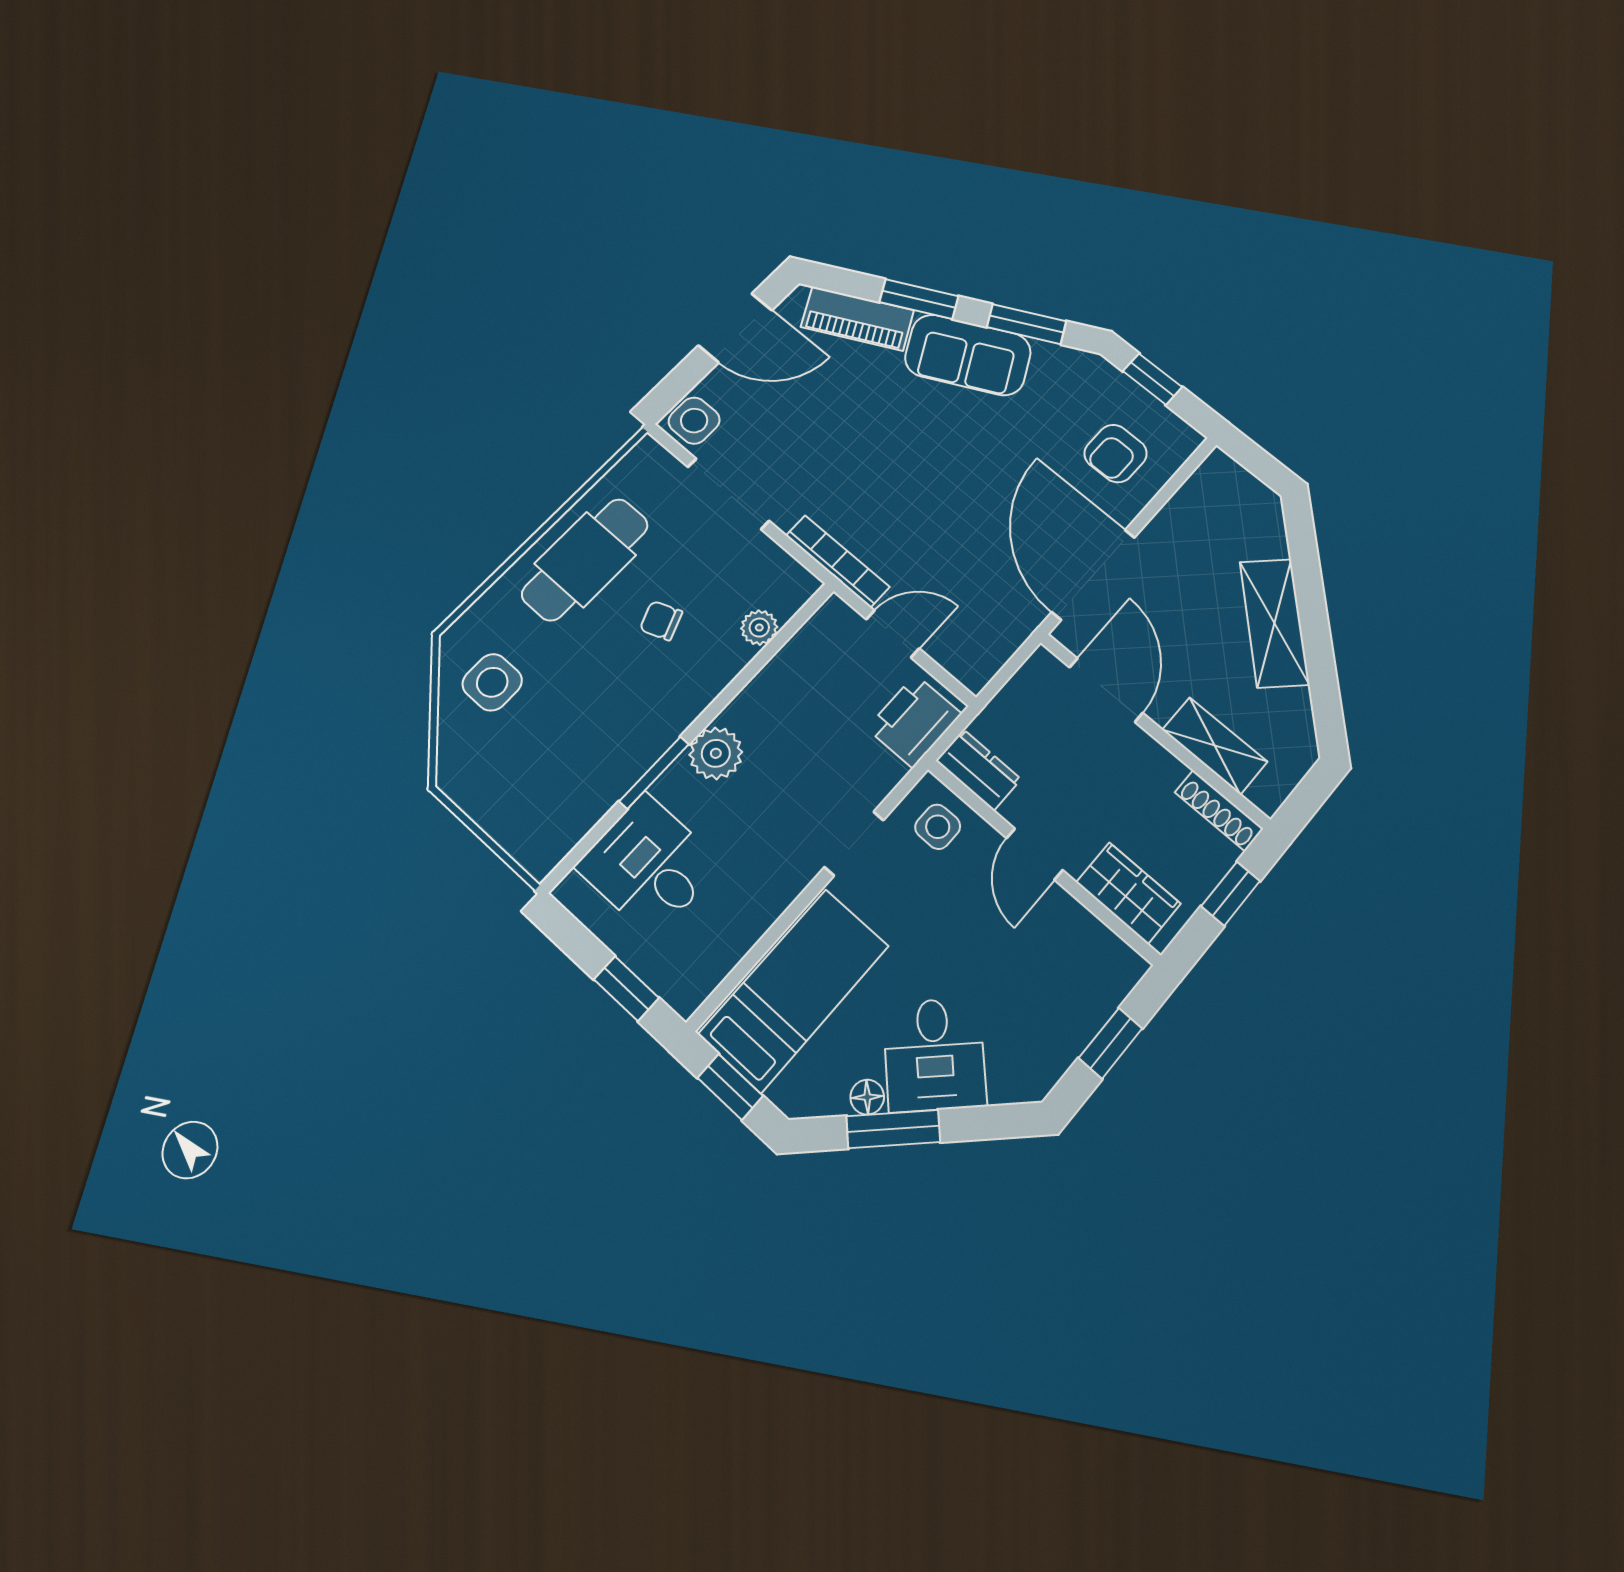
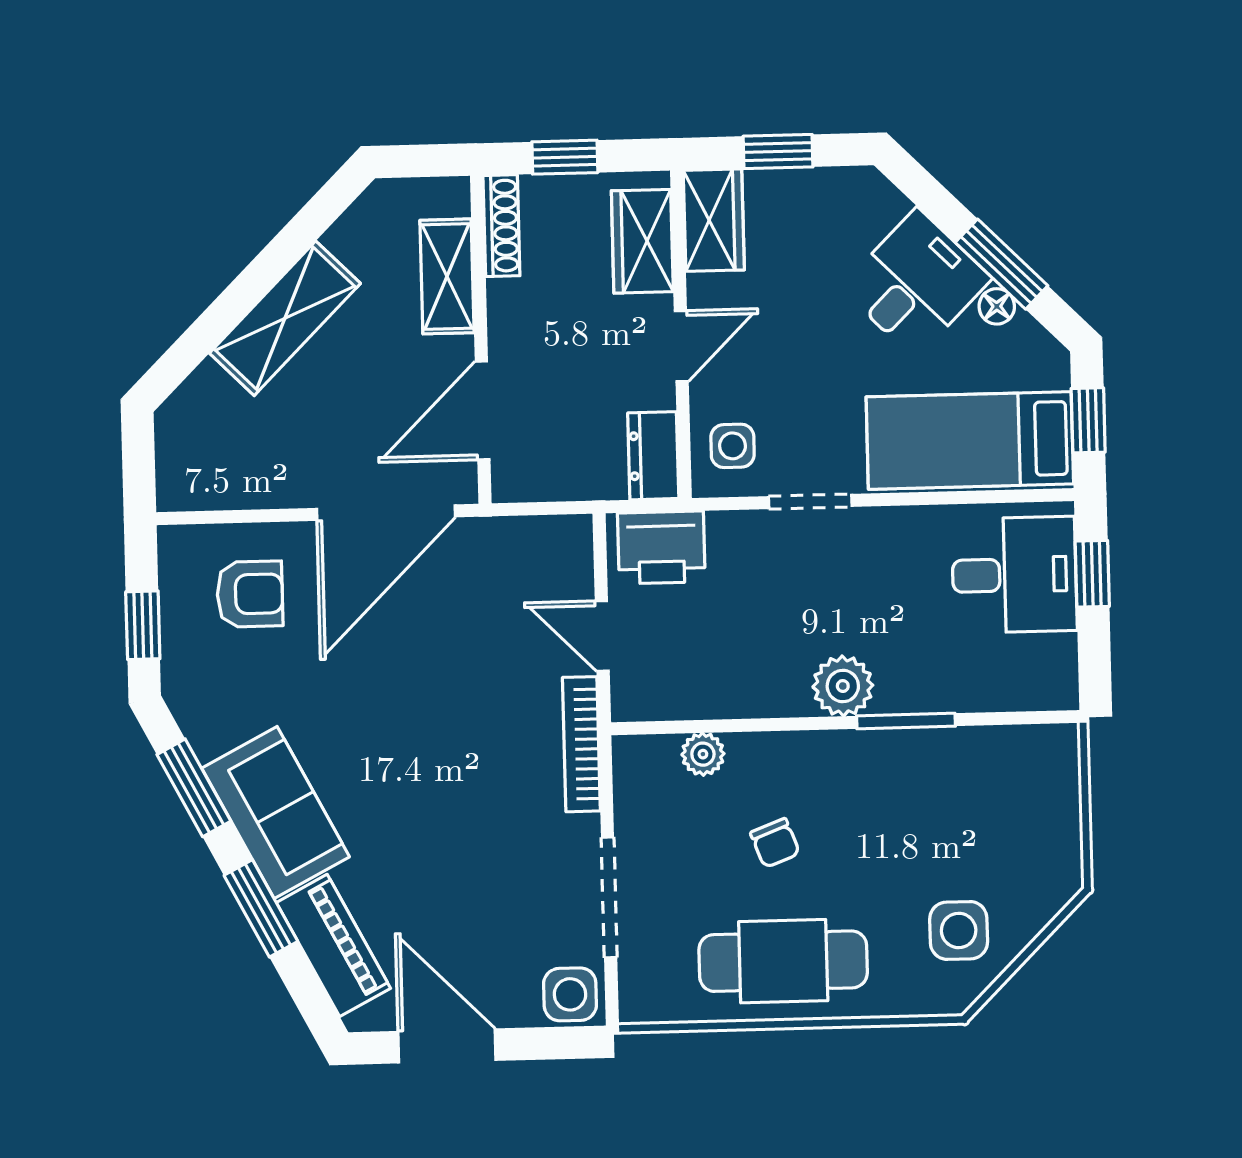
desk: (649, 865) -> (1014, 575), moved, turned -90
wardrobe: (1101, 954) -> (714, 220), added

